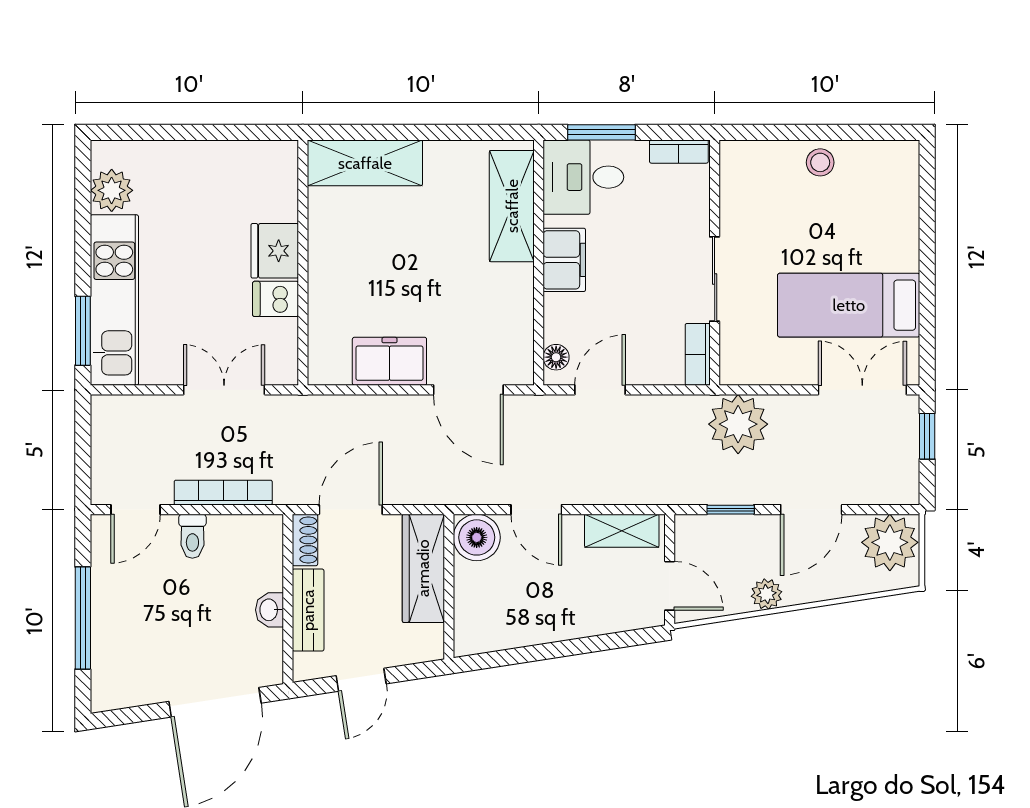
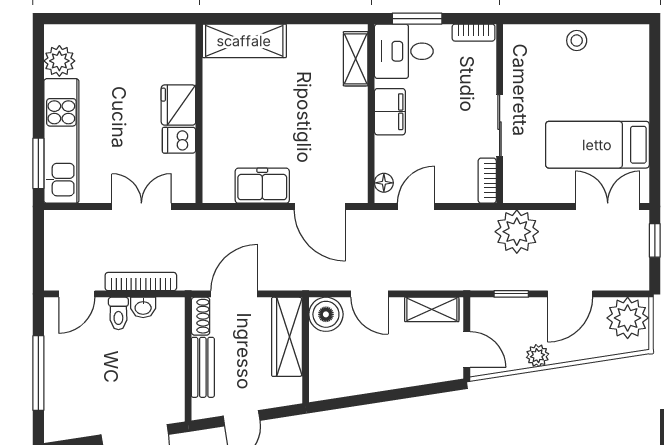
shelving: (512, 206) -> (356, 59), width x0.67, depth x0.75
washbasin: (270, 610) -> (143, 307), moved, turned -90

